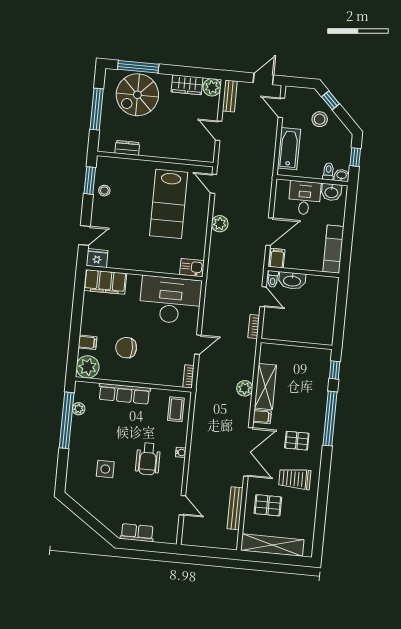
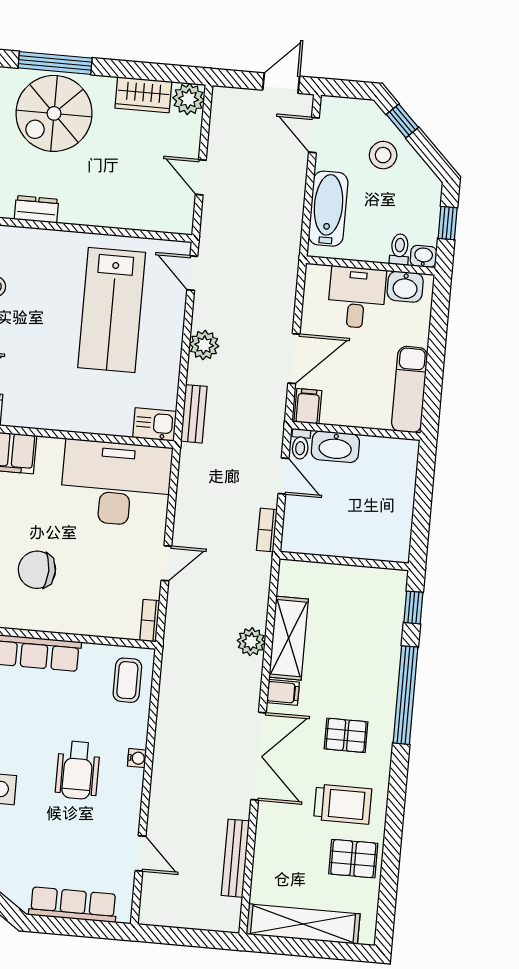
bench: (230, 96) -> (194, 414), moved
trolley: (295, 479) -> (343, 804), turned 180
pallet: (268, 505) -> (353, 859), moved
row of seats: (137, 533) -> (73, 905), width x1.48

